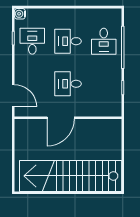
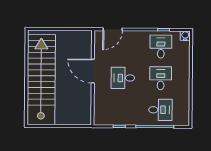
desk: (32, 41) -> (161, 47), turned -90
desk: (104, 41) -> (160, 110), turned 180
desk: (68, 84) -> (123, 78), turned -90

